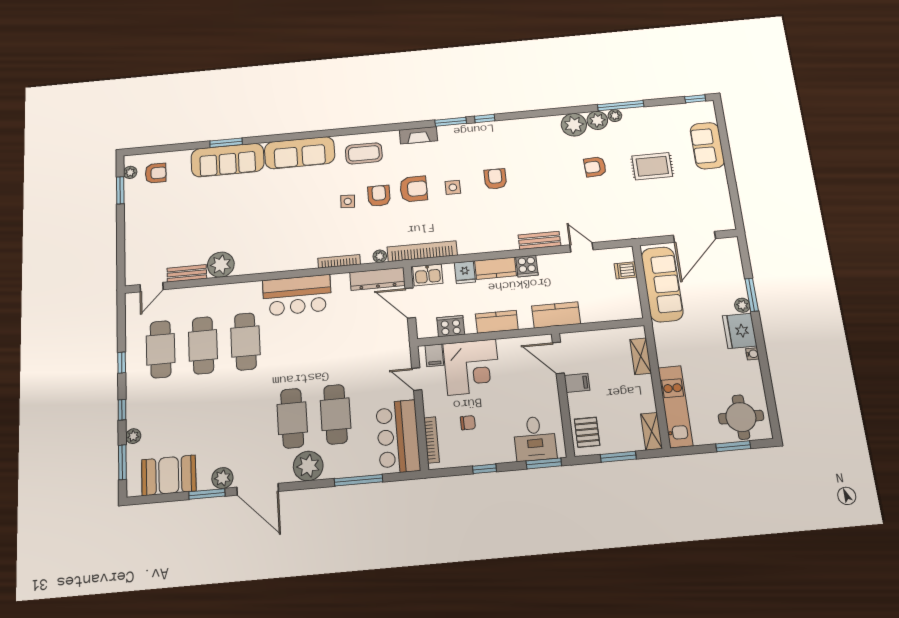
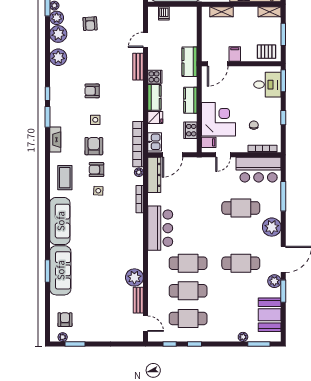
plant: (540, 128) -> (58, 57), added
window: (122, 410) -> (170, 344), moved
cafe table: (292, 418) -> (241, 263), moved

